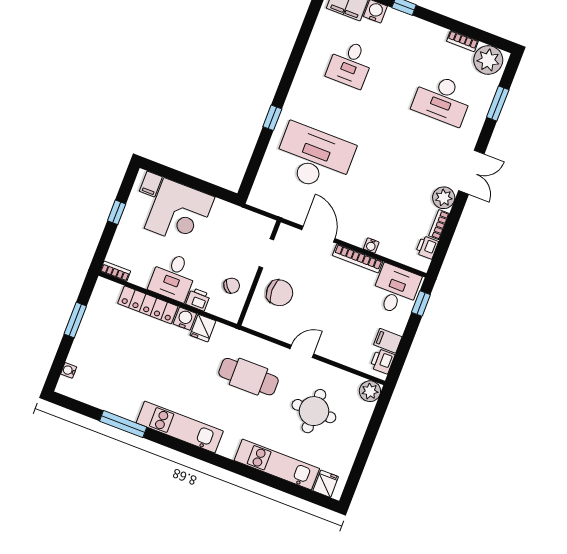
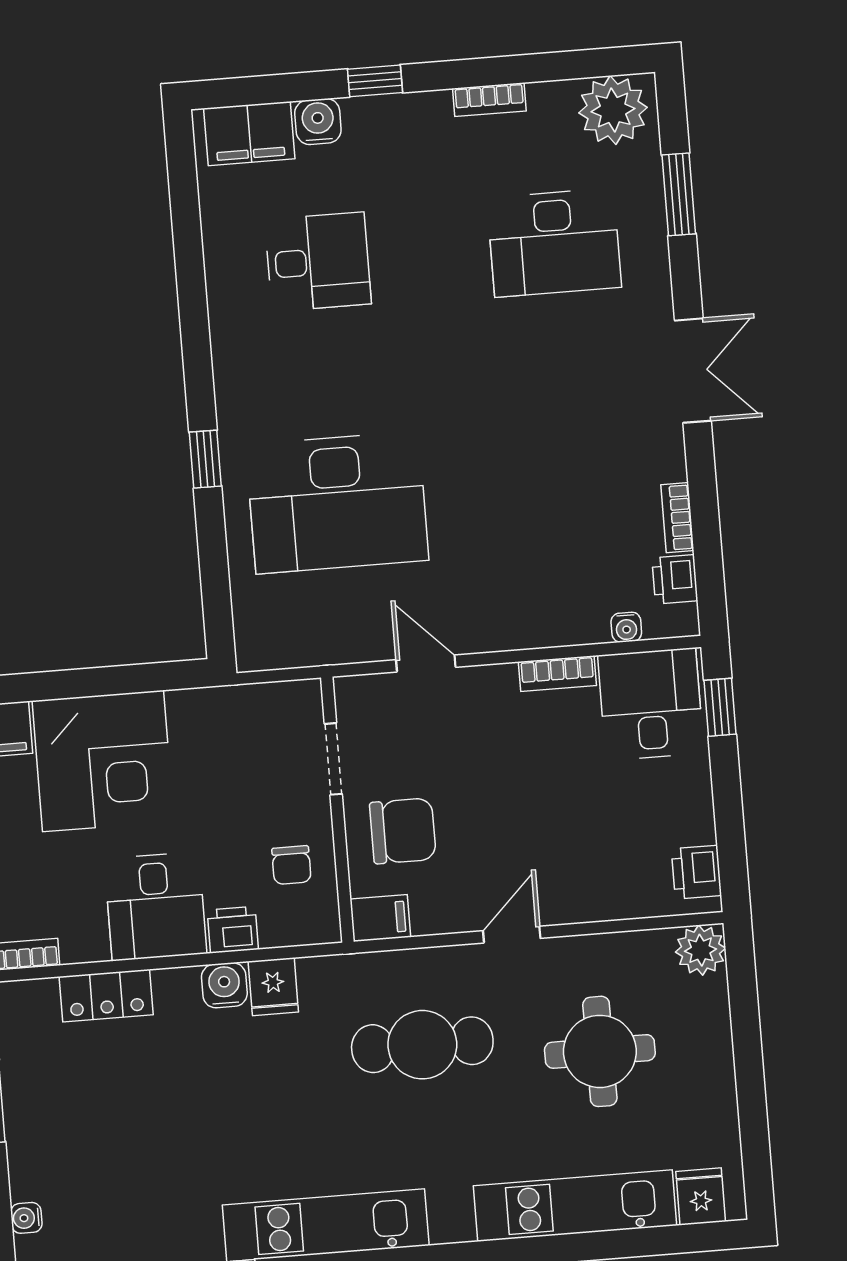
bookcase: (462, 41) -> (489, 100), moved
desk: (350, 64) -> (318, 262), turned -90
desk: (314, 158) -> (337, 503), turned 180
plant: (444, 198) -> (660, 455), removed
door: (318, 234) -> (426, 664), width x0.73
water cooler: (371, 245) -> (626, 627), moved
bookcase: (358, 258) -> (557, 674), width x0.64
chair: (232, 286) -> (291, 865), turned 129
locker: (148, 305) -> (106, 996), width x0.66
filing cabinet: (388, 341) -> (380, 918), moved, turned 180

